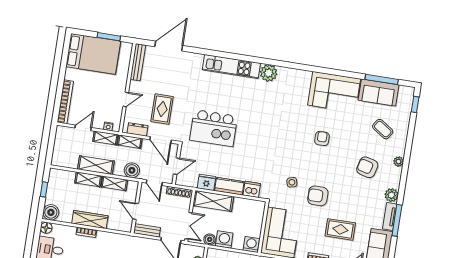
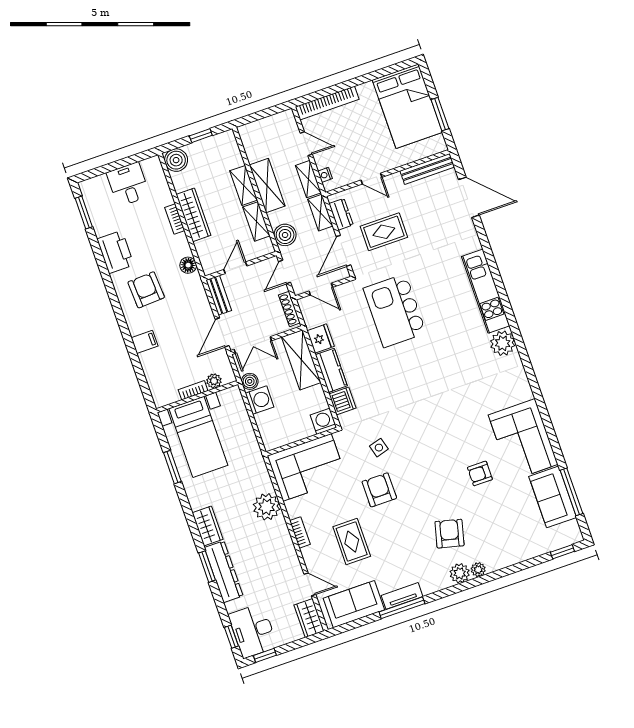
coffee table: (383, 129) -> (509, 527), removed
armchair: (322, 138) -> (480, 473), moved, turned 180
plant: (391, 195) -> (460, 573), moved
floor lamp: (46, 228) -> (188, 265), moved
washing machine: (251, 244) -> (323, 421), moved, turned -90

